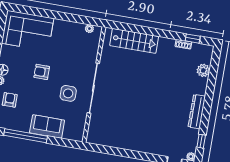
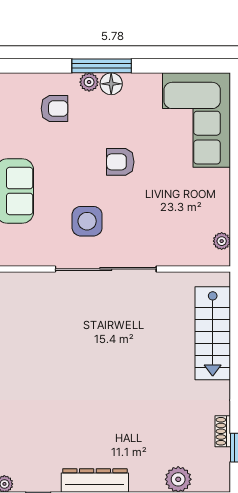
armchair: (42, 72) -> (120, 162), turned -90

